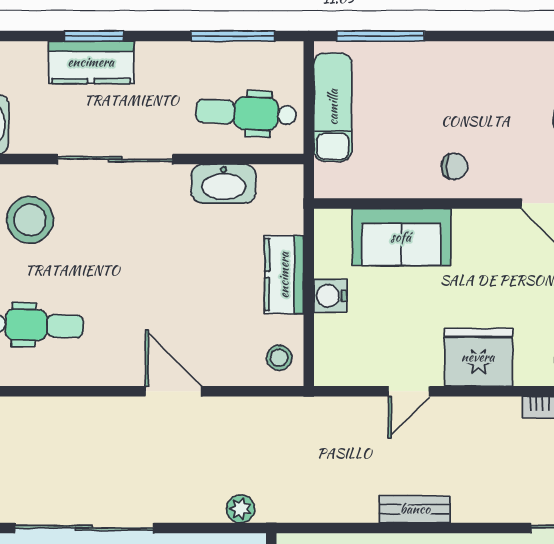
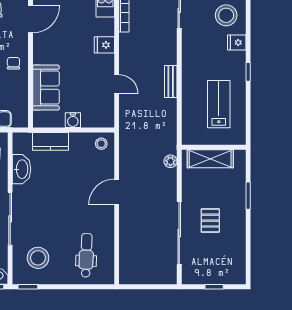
kitchen counter: (284, 275) -> (50, 141), moved
fridge: (478, 357) -> (104, 45), width x0.53, depth x0.75

